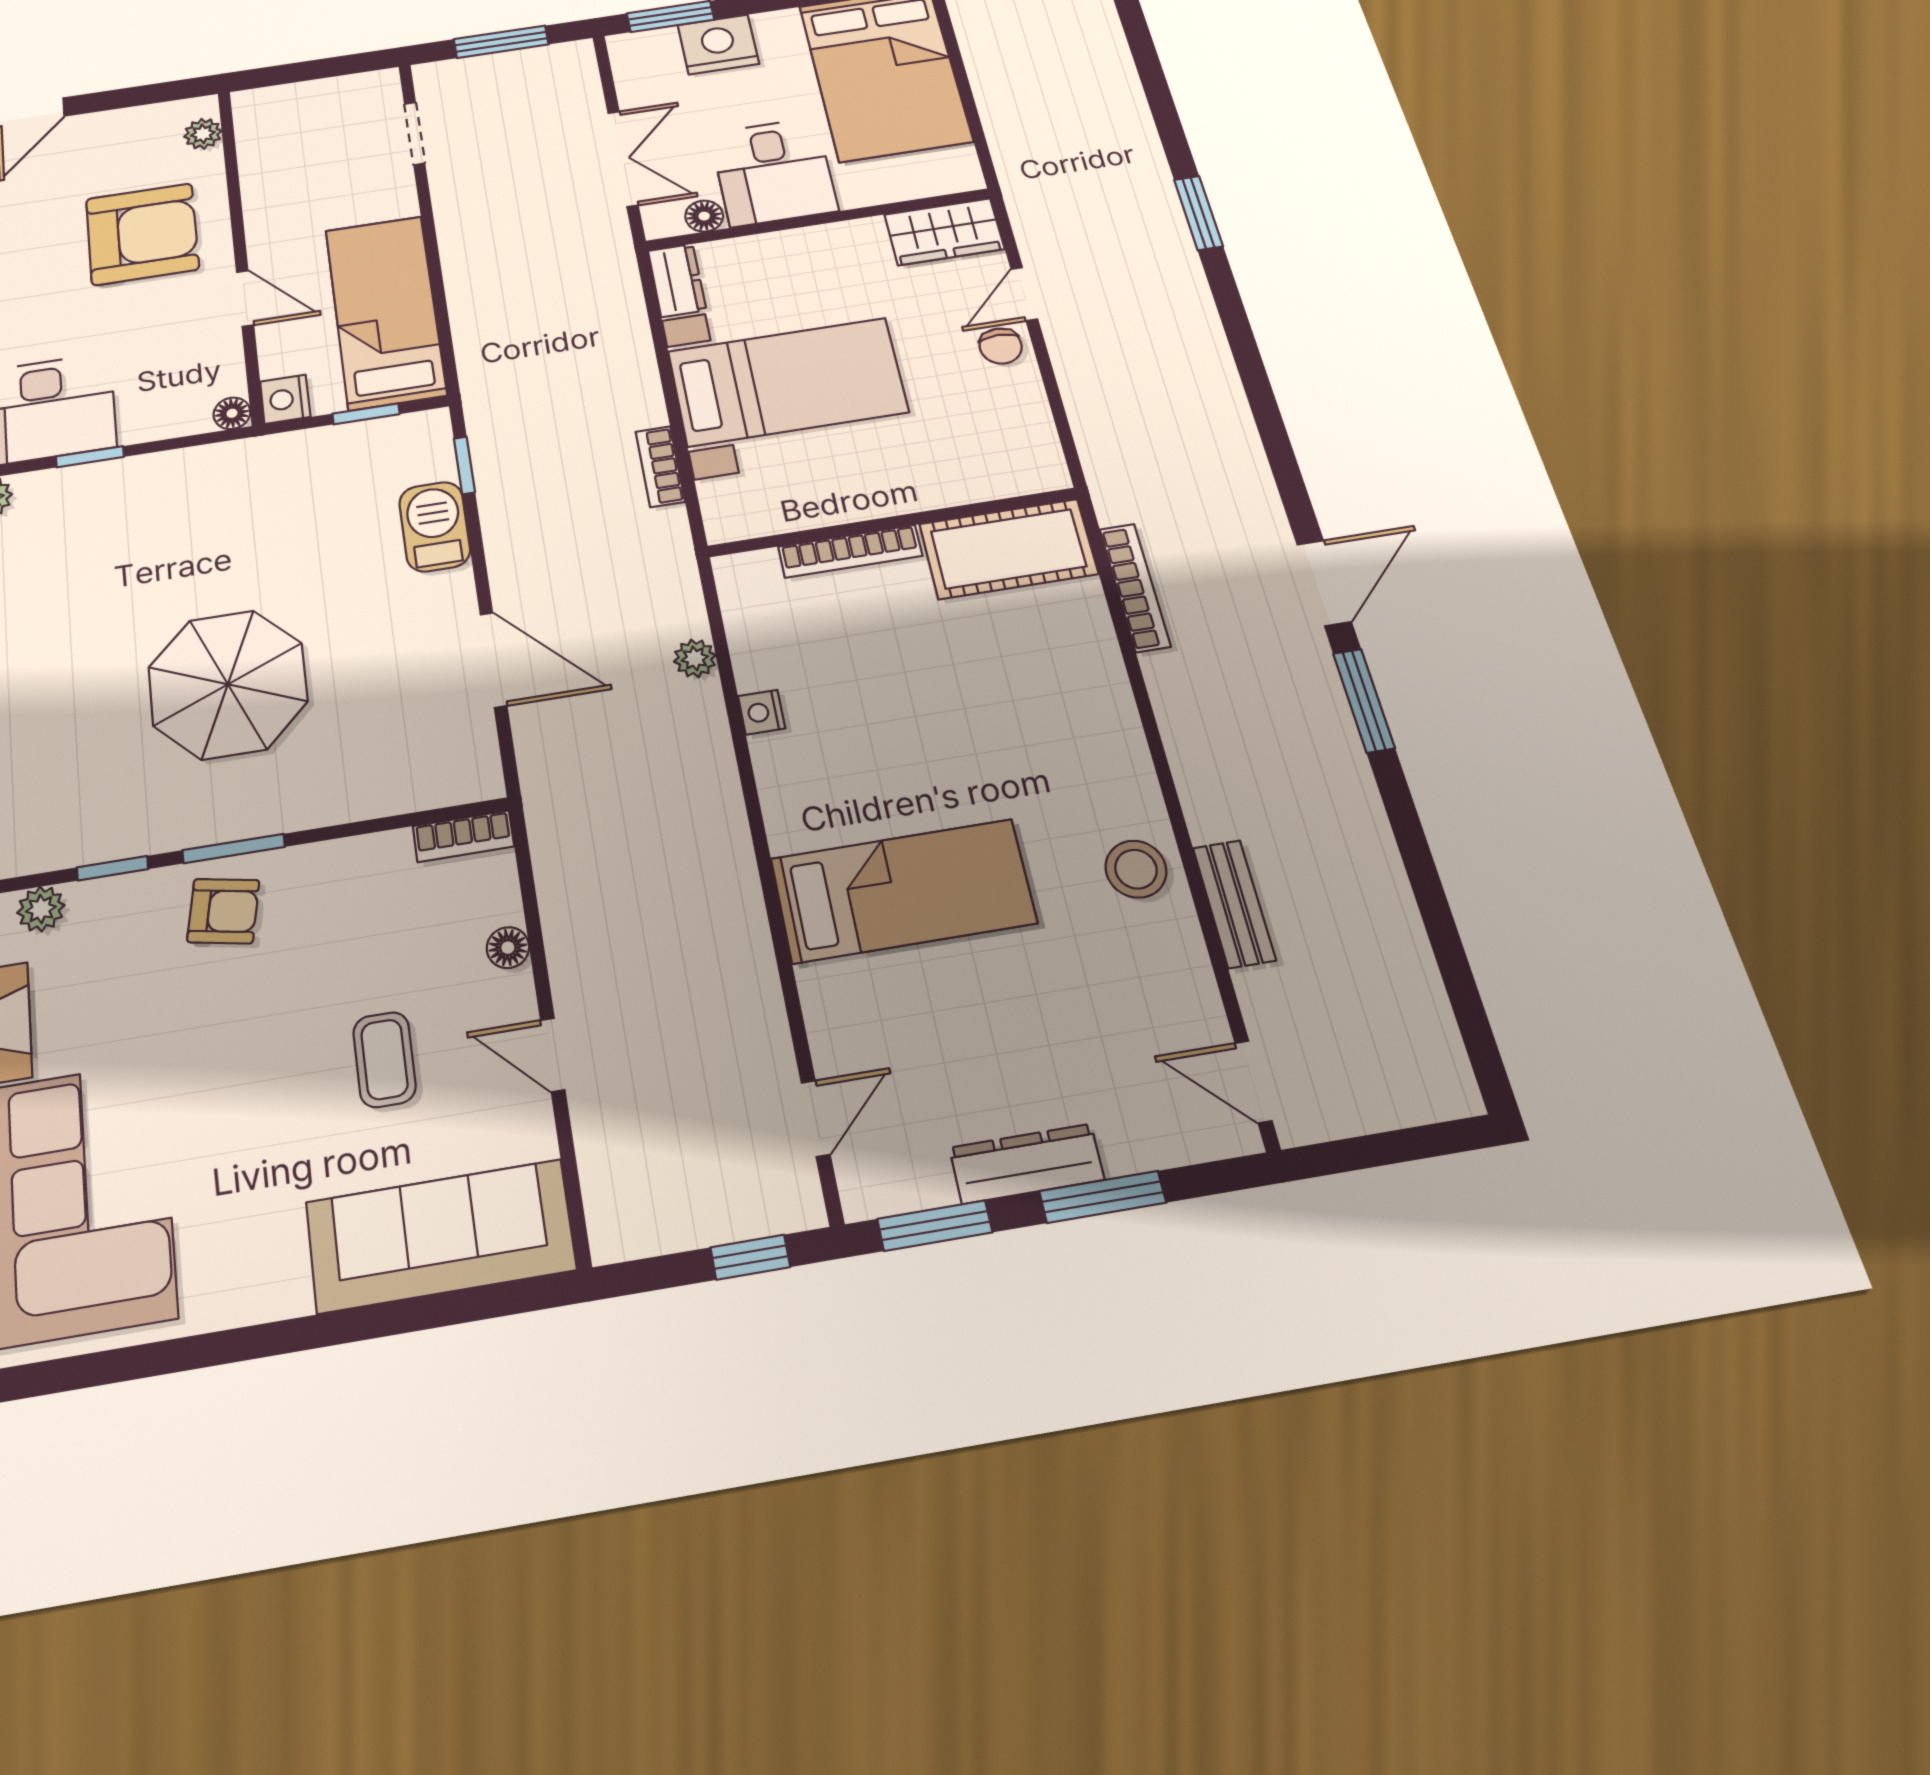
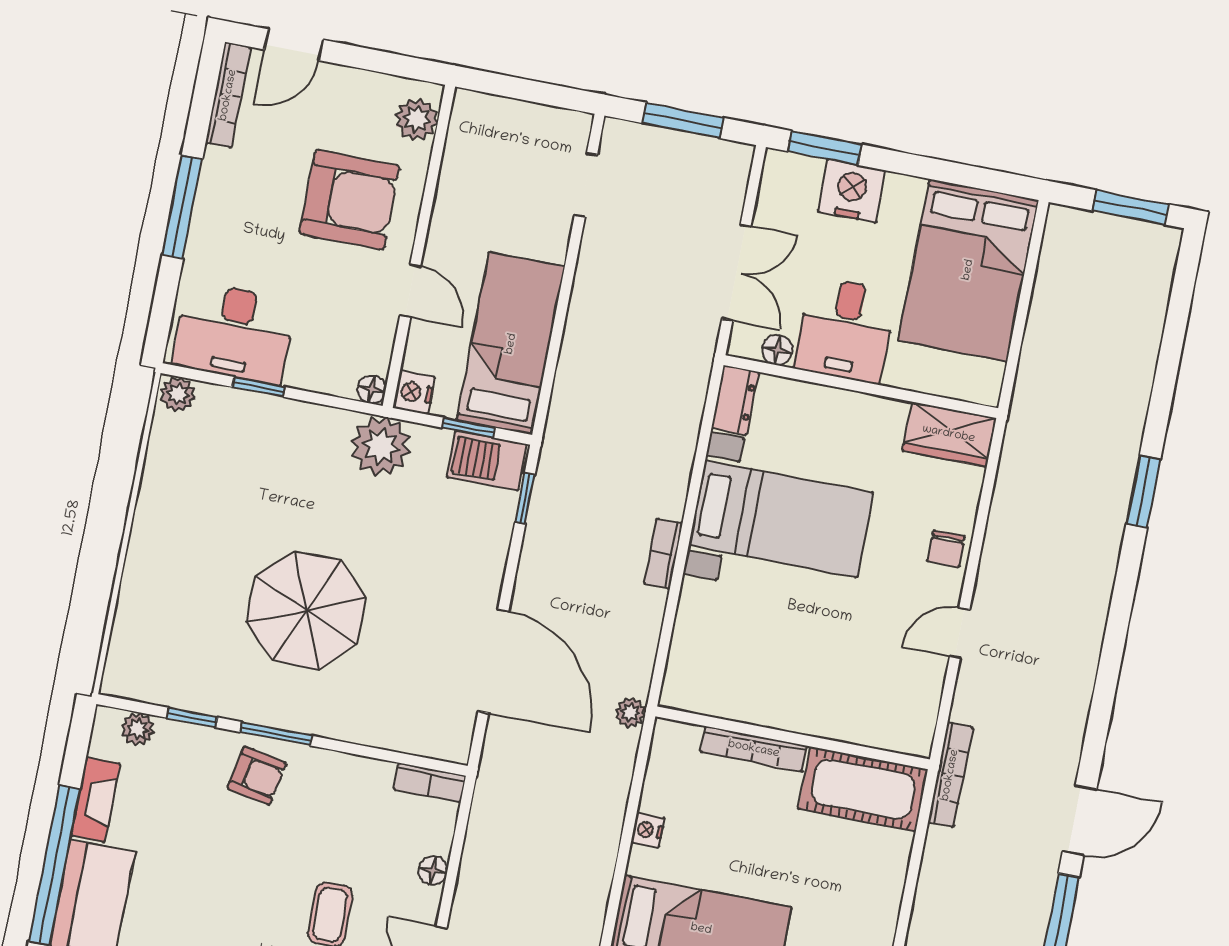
plant: (203, 134) -> (417, 119), width x1.38, depth x1.38
door: (1024, 294) -> (960, 633), moved
plant: (264, 469) -> (381, 446), added
wall: (893, 522) -> (793, 738), moved
barbecue: (435, 527) -> (487, 461), moved, turned -90
cot: (1008, 549) -> (863, 789), moved
bookcase: (850, 551) -> (754, 749), moved
door: (494, 660) -> (493, 661), width x1.36
nightstand: (762, 712) -> (648, 830), moved

